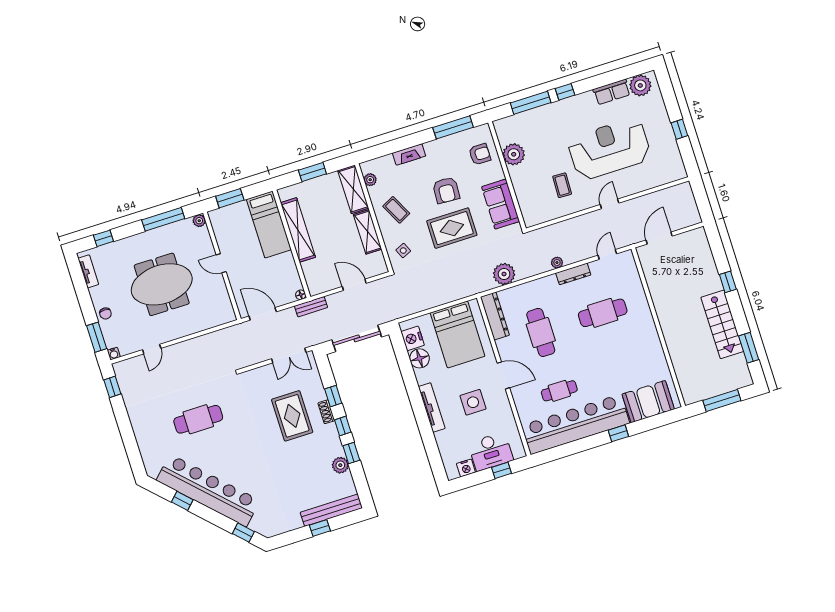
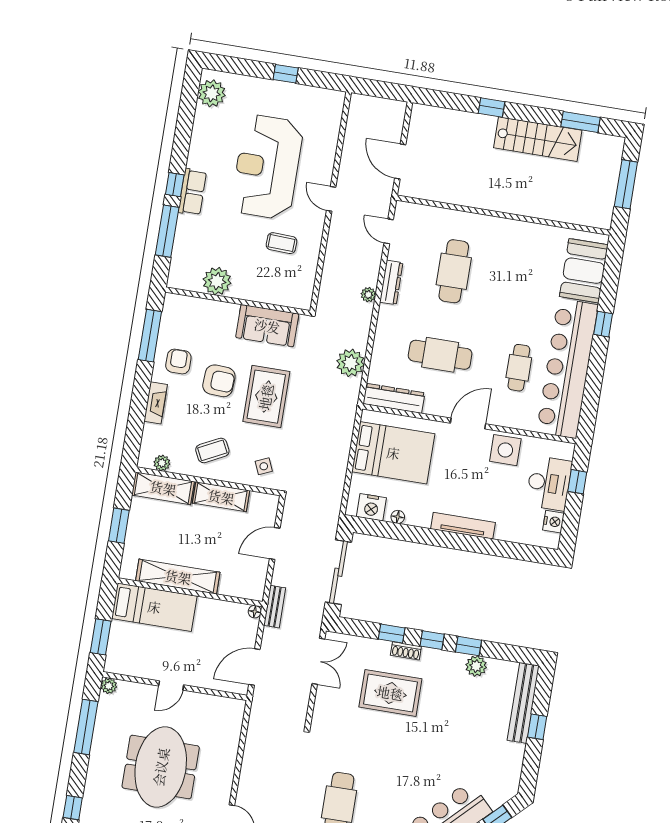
row of seats: (612, 92) -> (192, 192), moved
armchair: (480, 154) -> (178, 362), moved
floor lamp: (419, 358) -> (398, 517), width x0.53, depth x0.53
side table: (473, 402) -> (505, 450), moved

